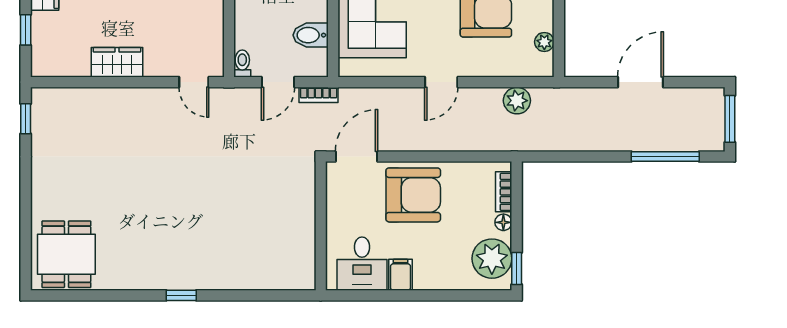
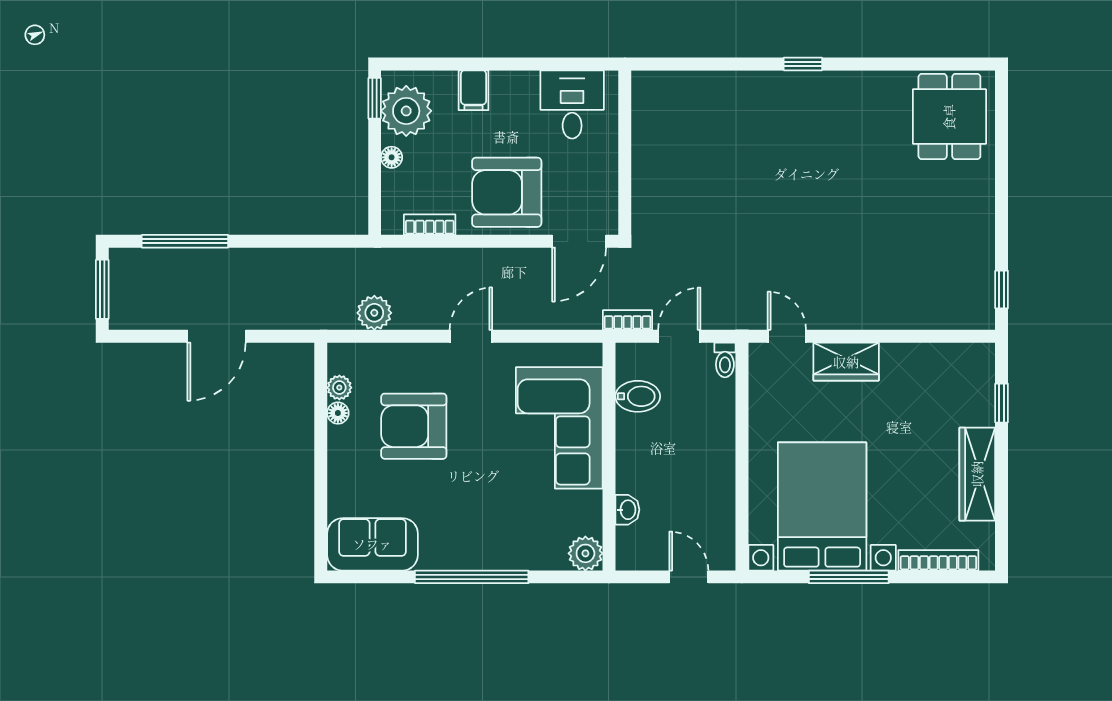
floor lamp: (545, 22) -> (338, 413), added
wardrobe: (117, 62) -> (846, 362), moved
bookcase: (504, 192) -> (430, 225), moved, turned -90
filing cabinet: (401, 275) -> (474, 90), moved

